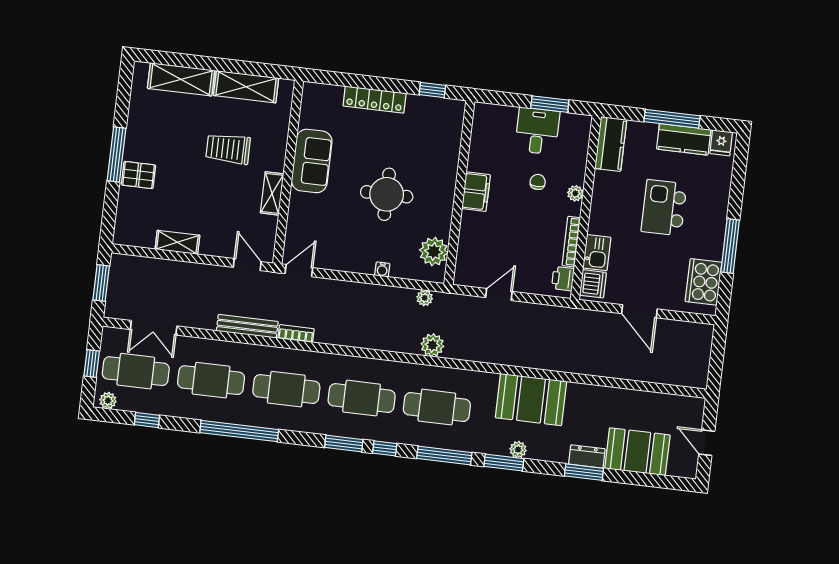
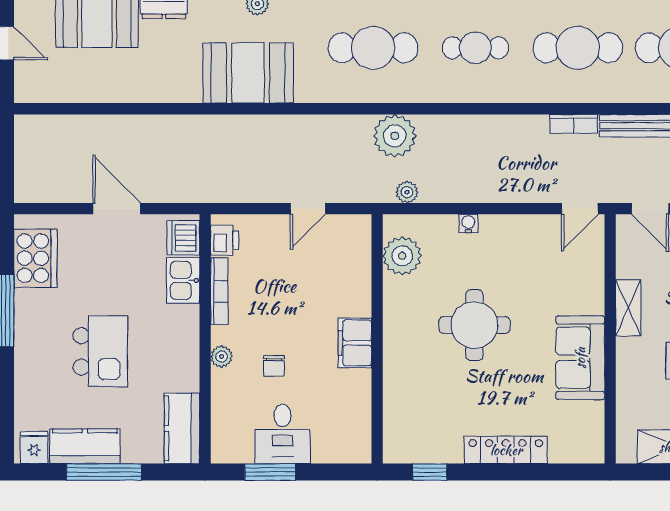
plant: (432, 345) -> (395, 136), width x1.36, depth x1.36
cafe table: (362, 398) -> (475, 48), width x0.73, depth x0.74

